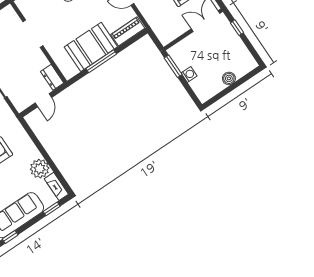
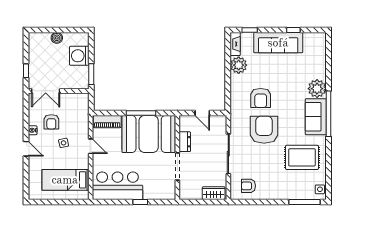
booth: (91, 47) -> (149, 134), width x1.36, depth x1.42
washing machine: (189, 74) -> (79, 56), width x1.89, depth x1.89
dresser: (52, 77) -> (185, 142), moved
door: (43, 100) -> (202, 113), swing flipped

